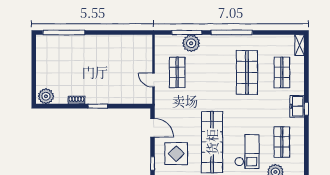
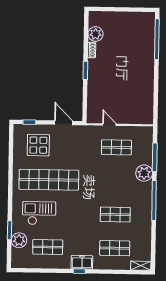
plant: (191, 43) -> (144, 173), moved
shop shelf: (247, 72) -> (115, 215), width x0.70, depth x0.74
door: (154, 80) -> (109, 125), hinge flipped
plant: (46, 96) -> (96, 34), moved
door: (152, 128) -> (64, 123), swing flipped
checkout: (247, 152) -> (39, 213), turned 180

